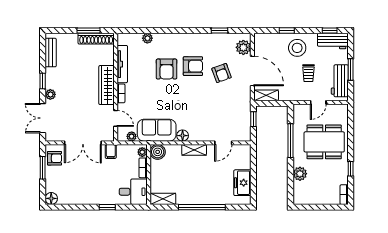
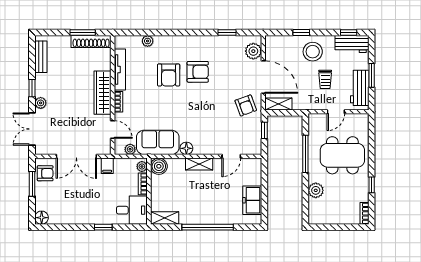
armchair: (222, 73) -> (246, 105), moved

